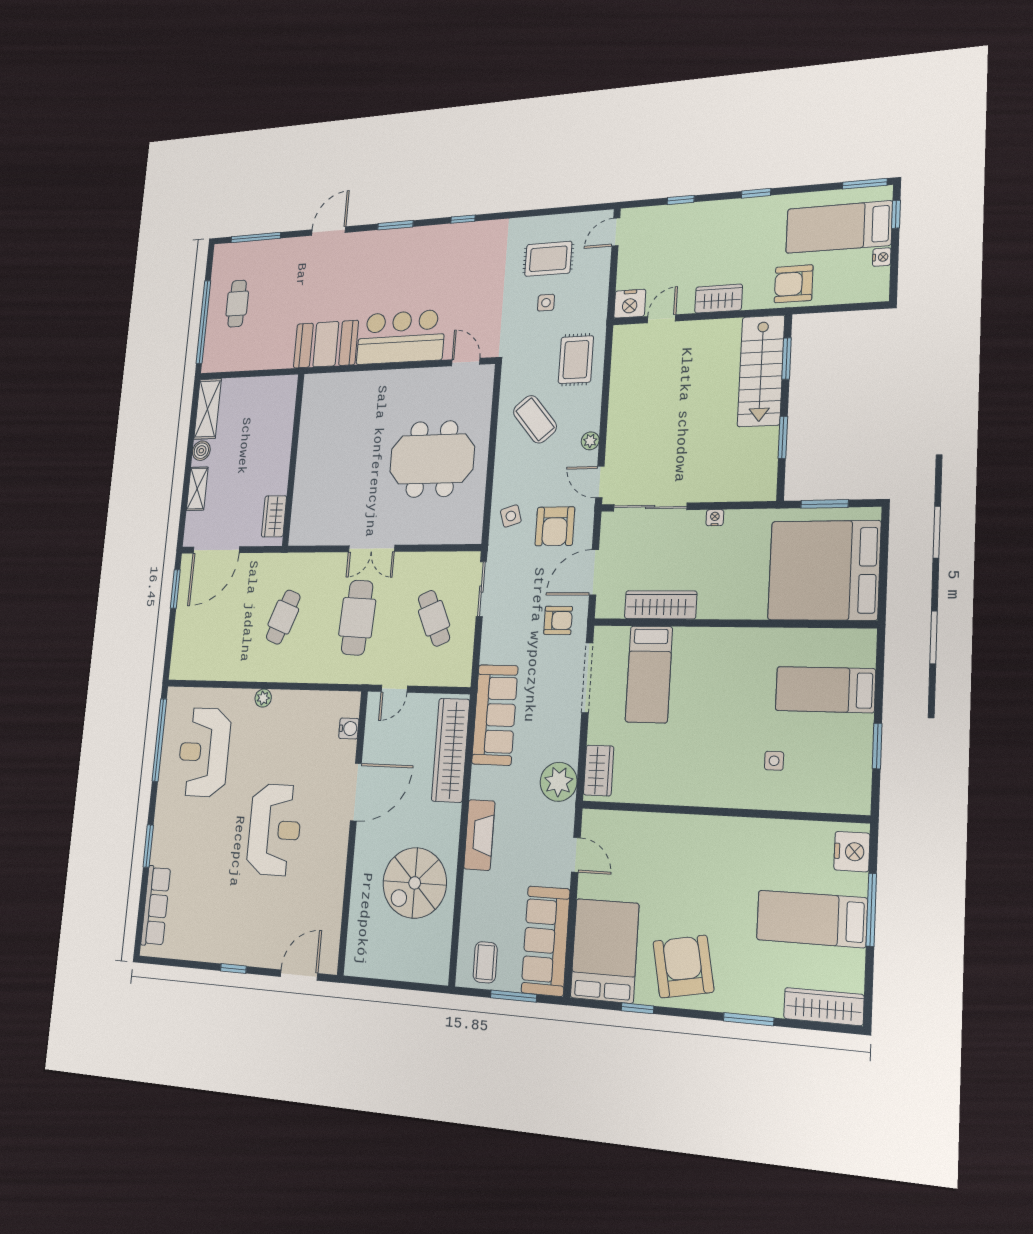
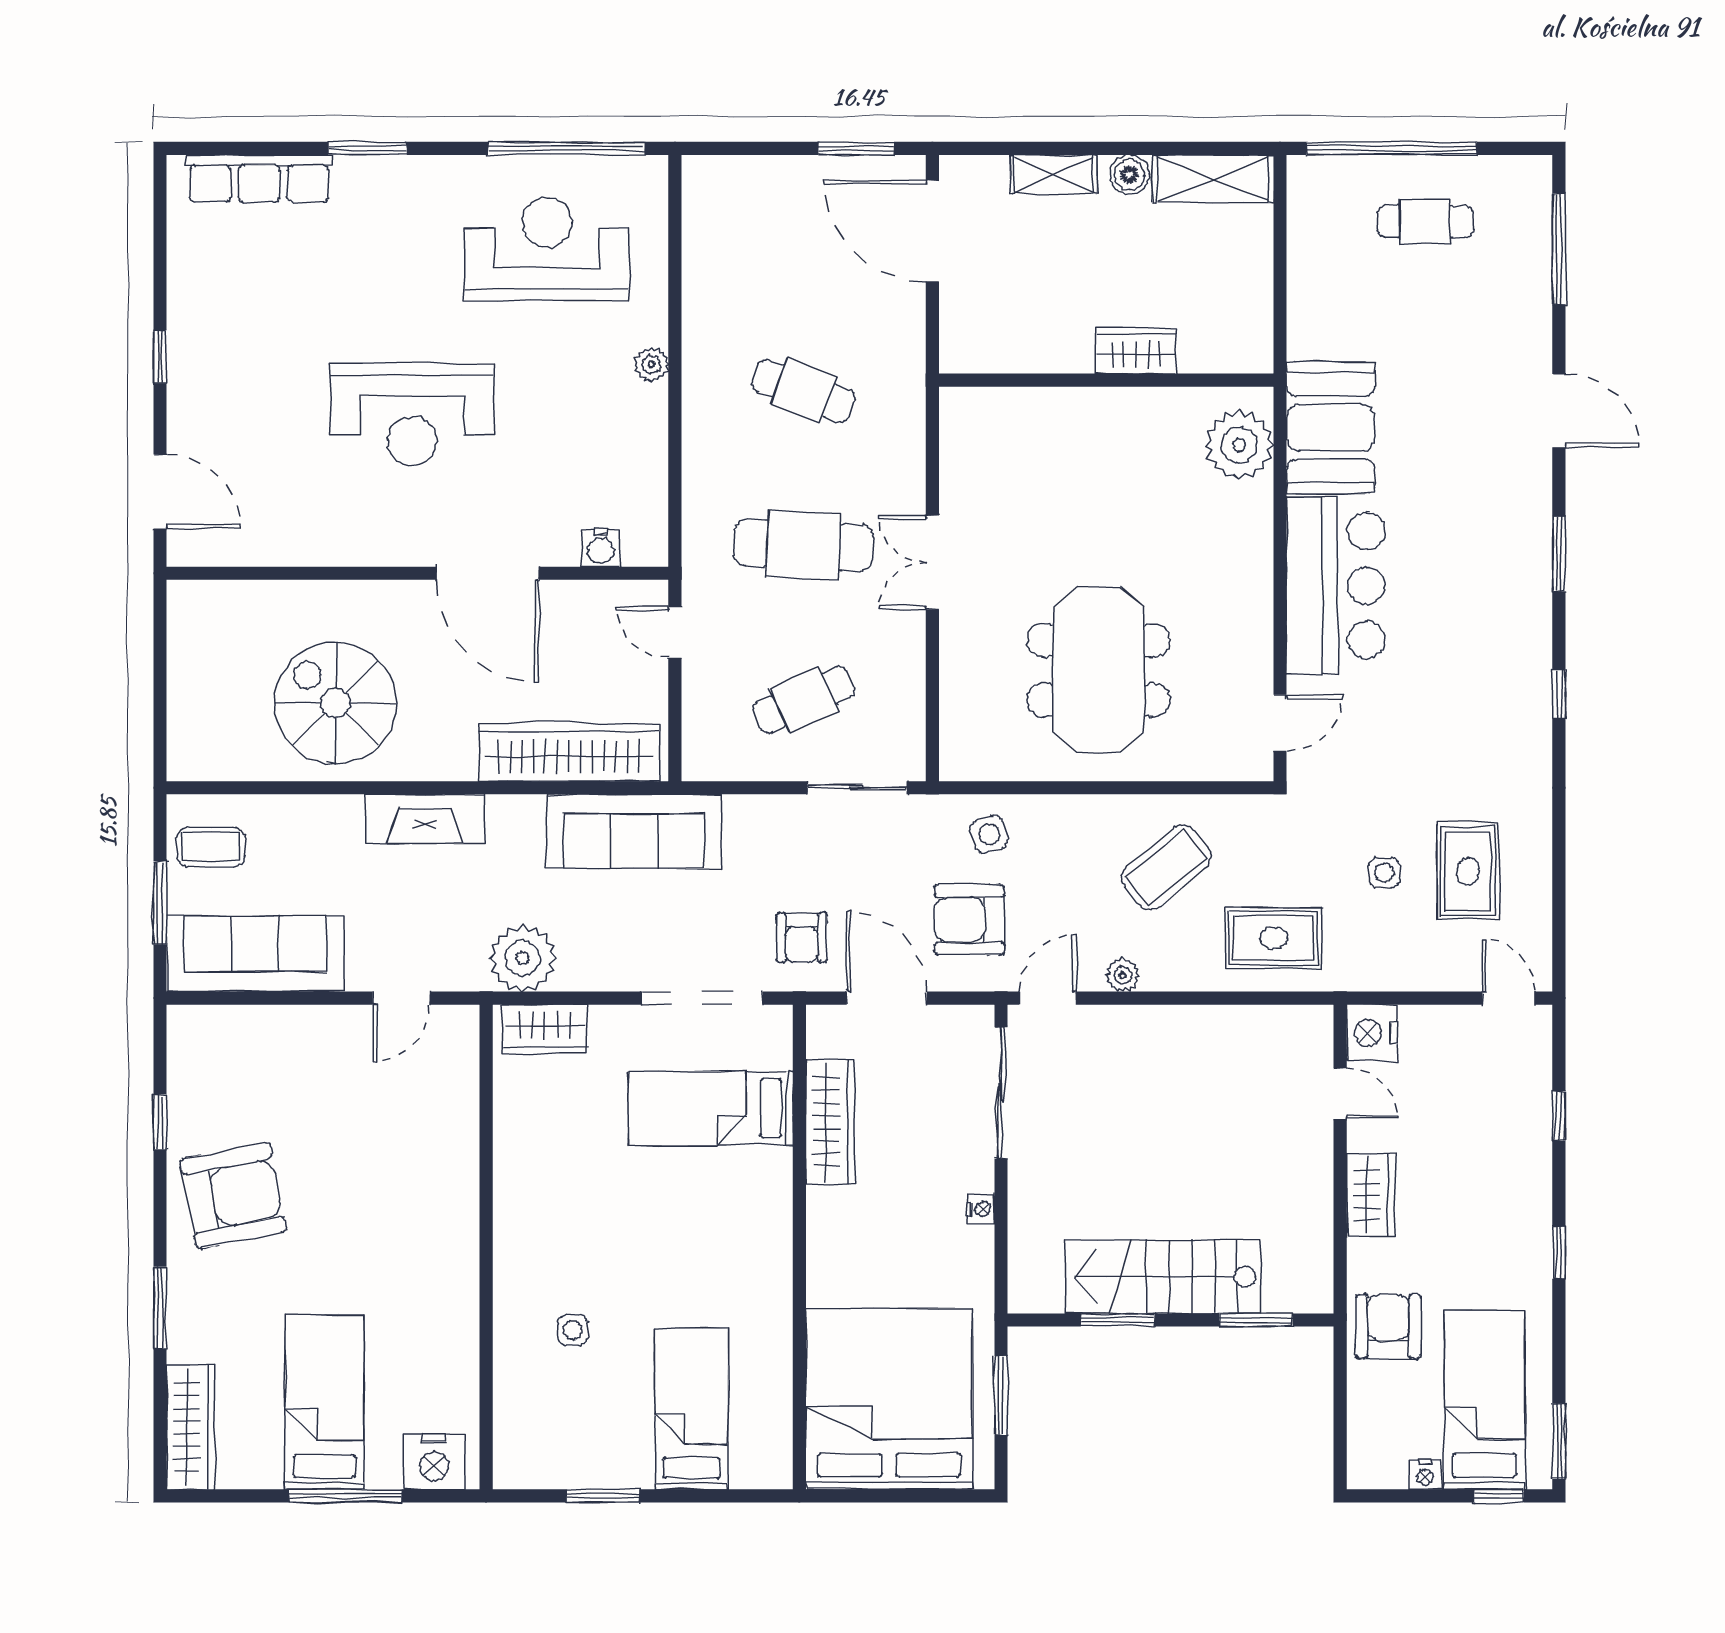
stairs: (761, 371) -> (1163, 1277), moved
plant: (330, 390) -> (1239, 445), added
wardrobe: (274, 516) -> (1136, 351), moved
bed: (605, 951) -> (248, 1059), removed

